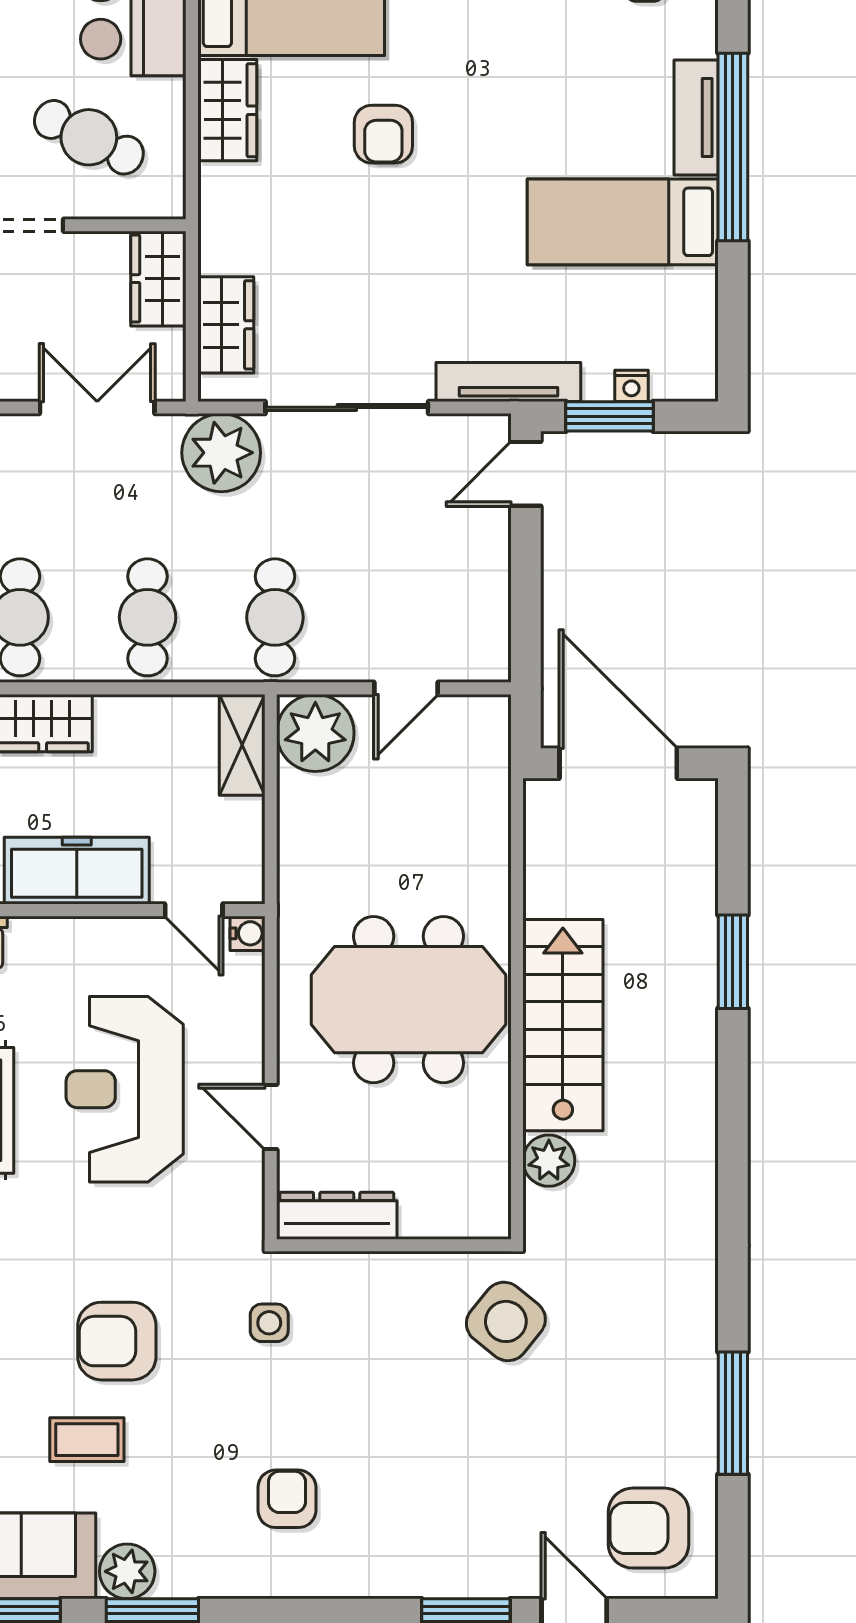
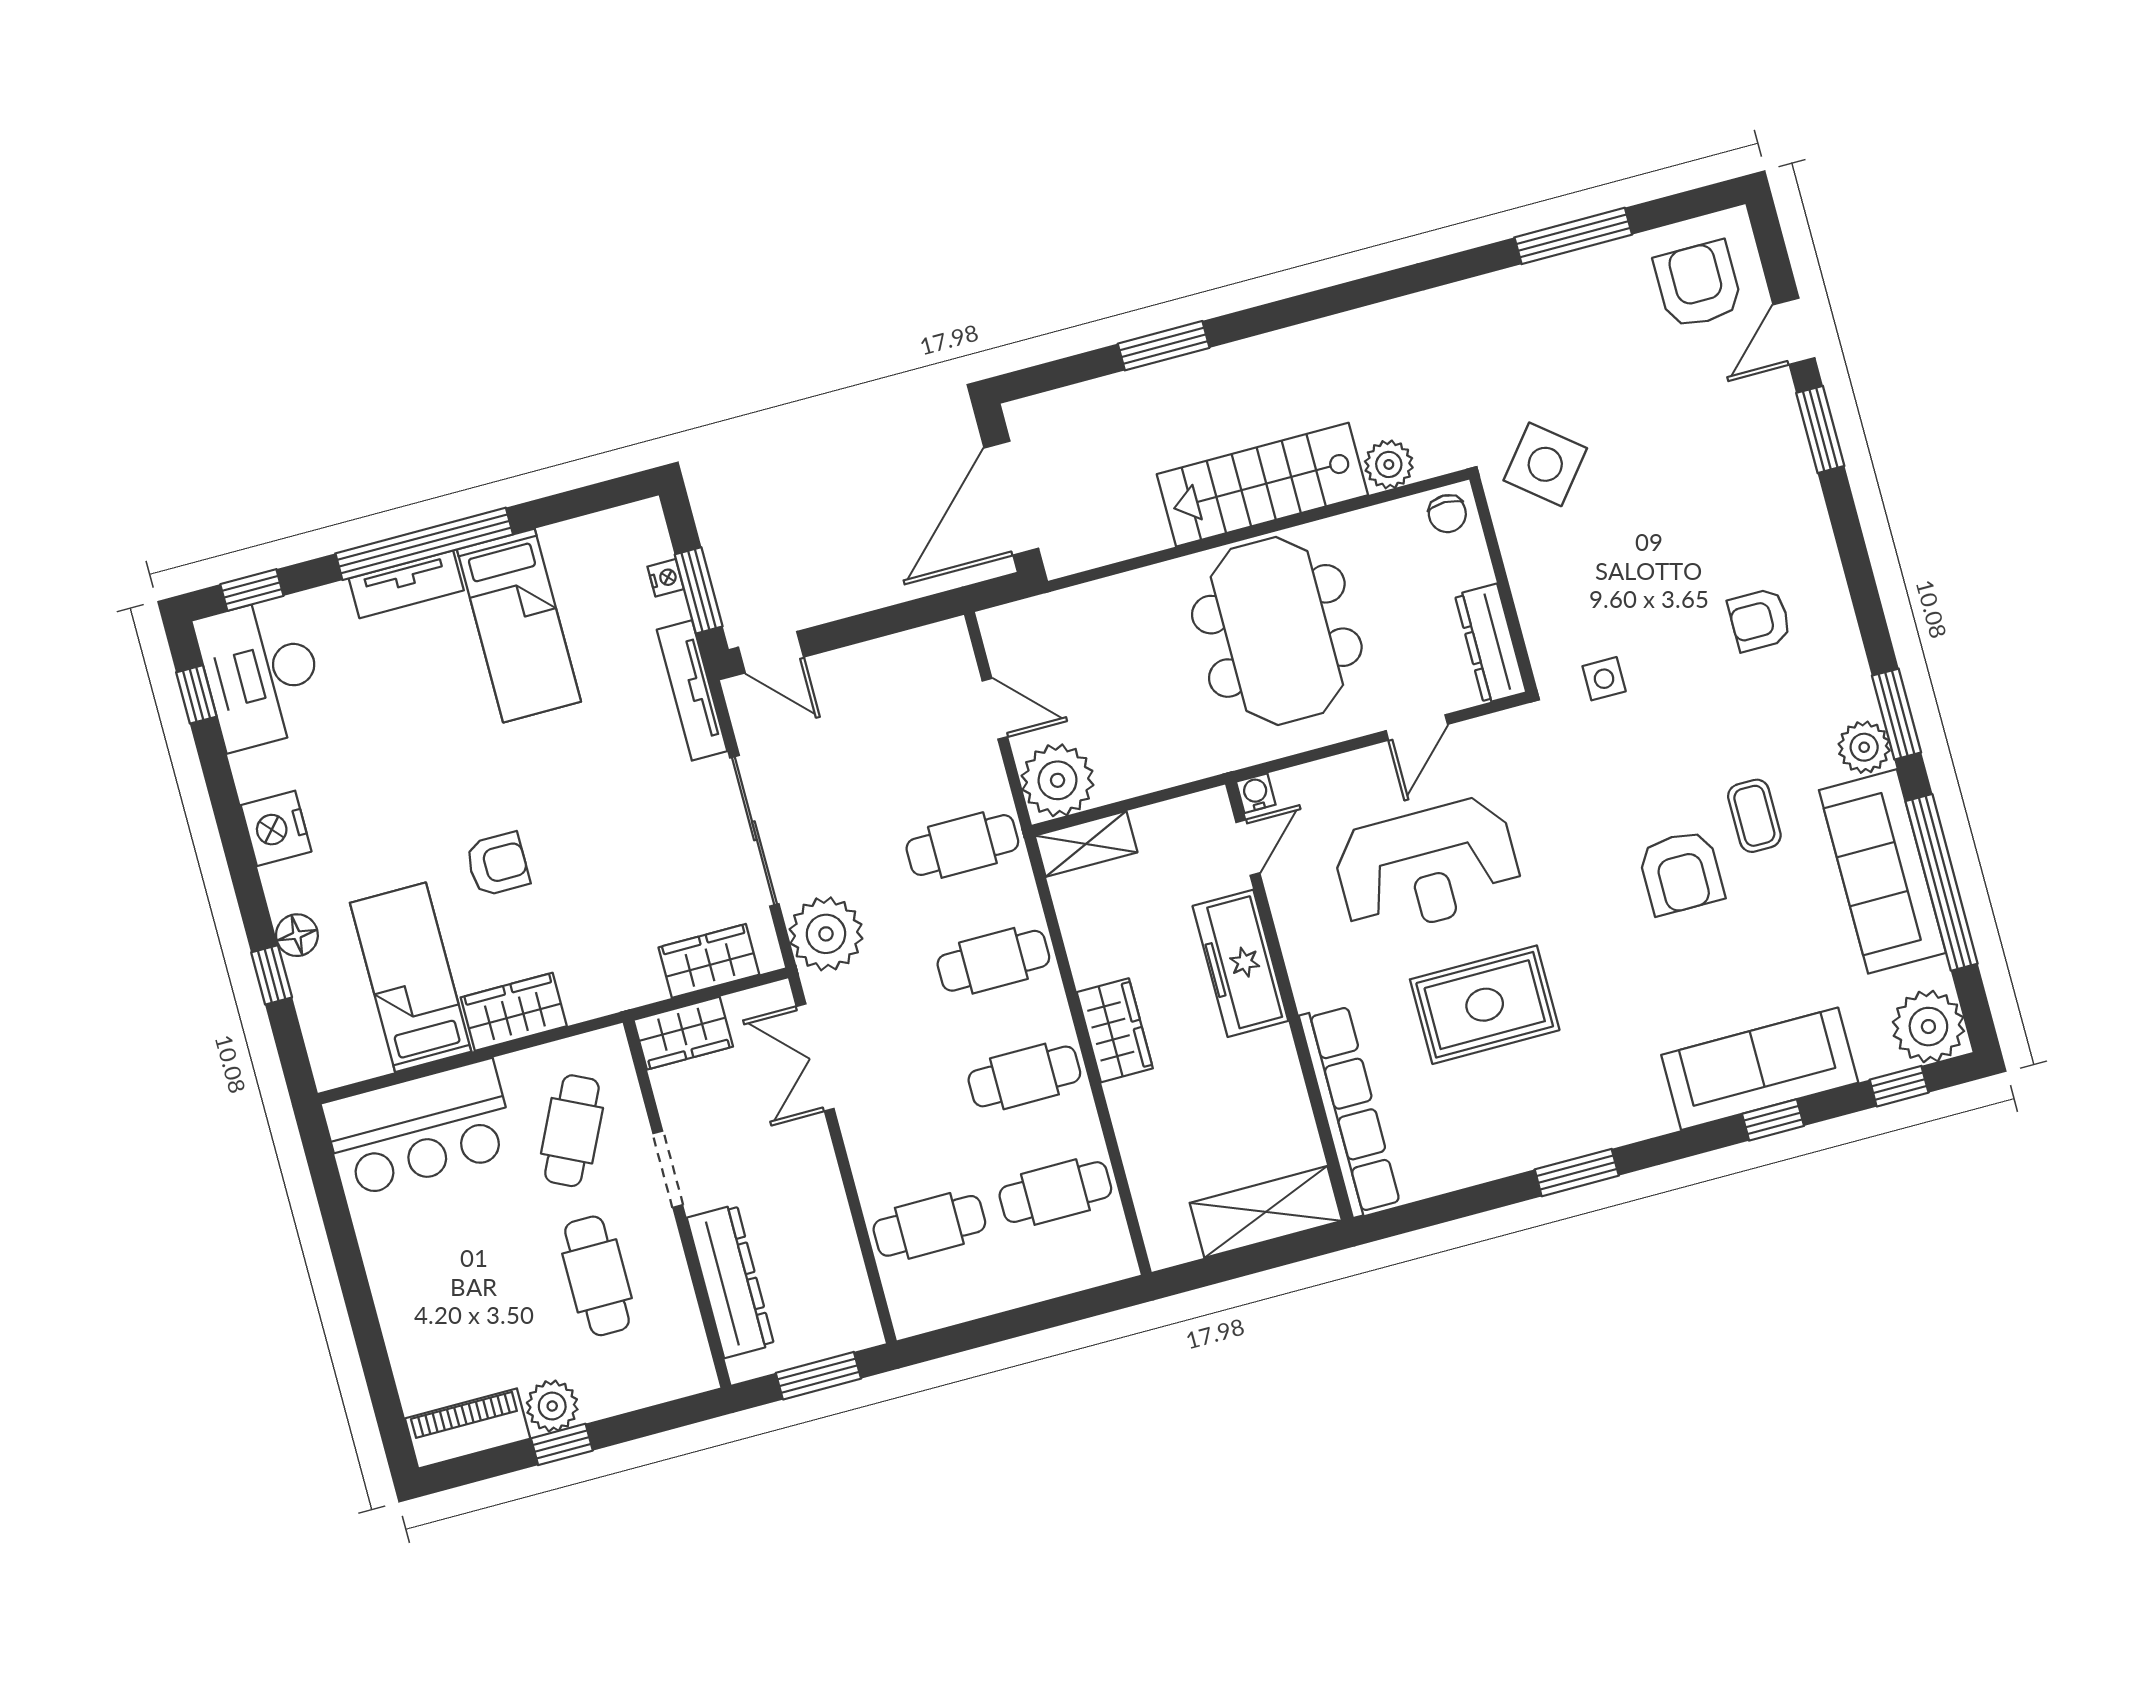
chair: (482, 1207) -> (1447, 514), added
armchair: (117, 1341) -> (1681, 872), moved
armchair: (649, 1528) -> (1698, 285), turned 180

